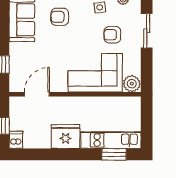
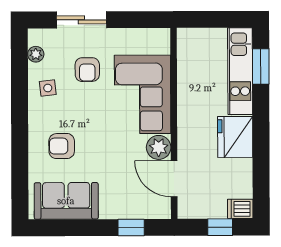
armchair: (60, 17) -> (62, 146), turned 90
plant: (132, 84) -> (159, 147), moved

